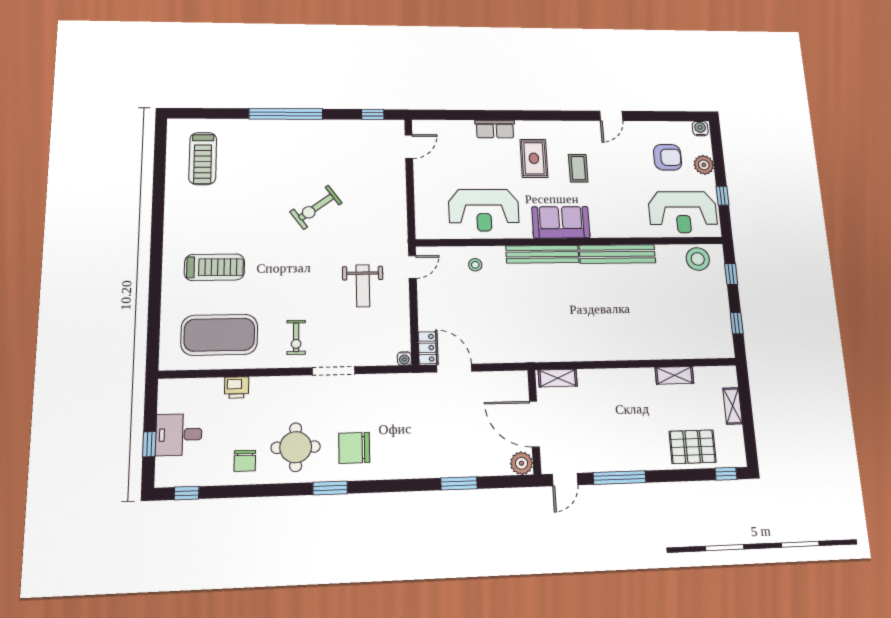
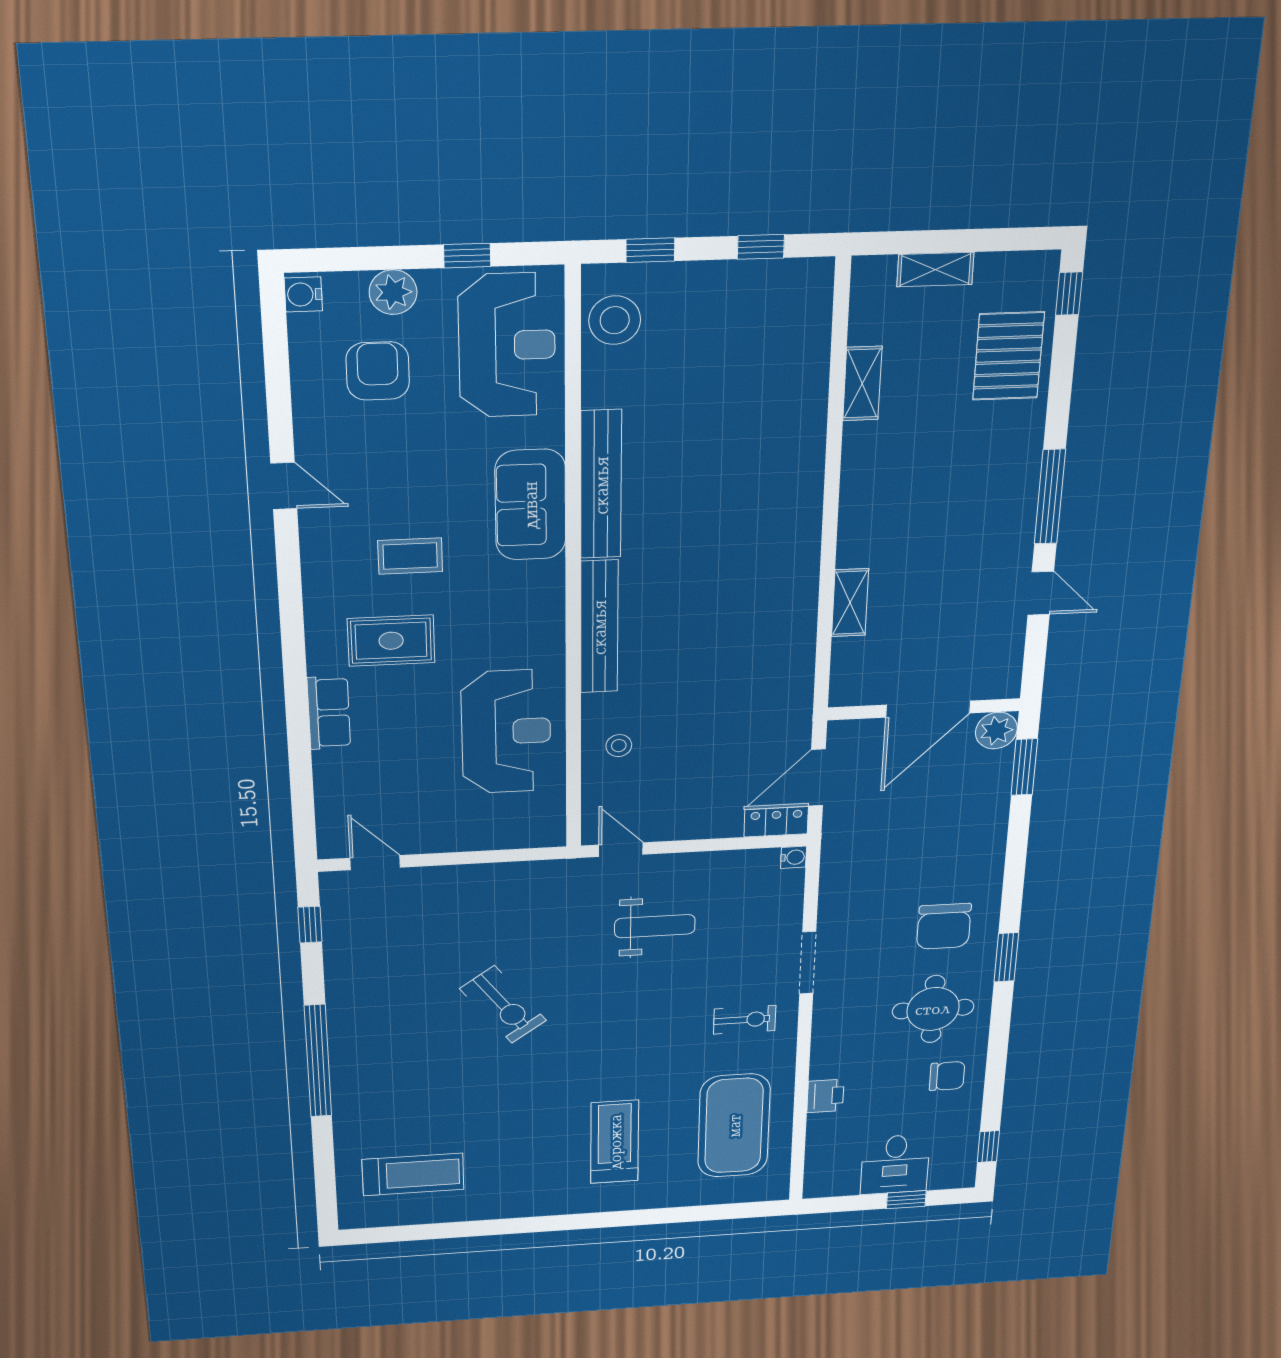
sofa: (561, 222) -> (530, 505), moved
wall: (534, 422) -> (924, 709), moved
door: (534, 424) -> (928, 709), moved
plant: (522, 463) -> (996, 731), moved

